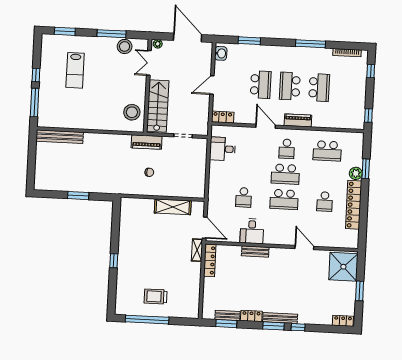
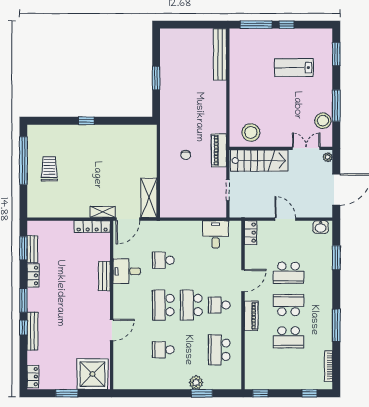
locker: (354, 205) -> (161, 382), removed
shelving: (173, 207) -> (149, 198), moved
bench: (280, 318) -> (32, 331), moved

